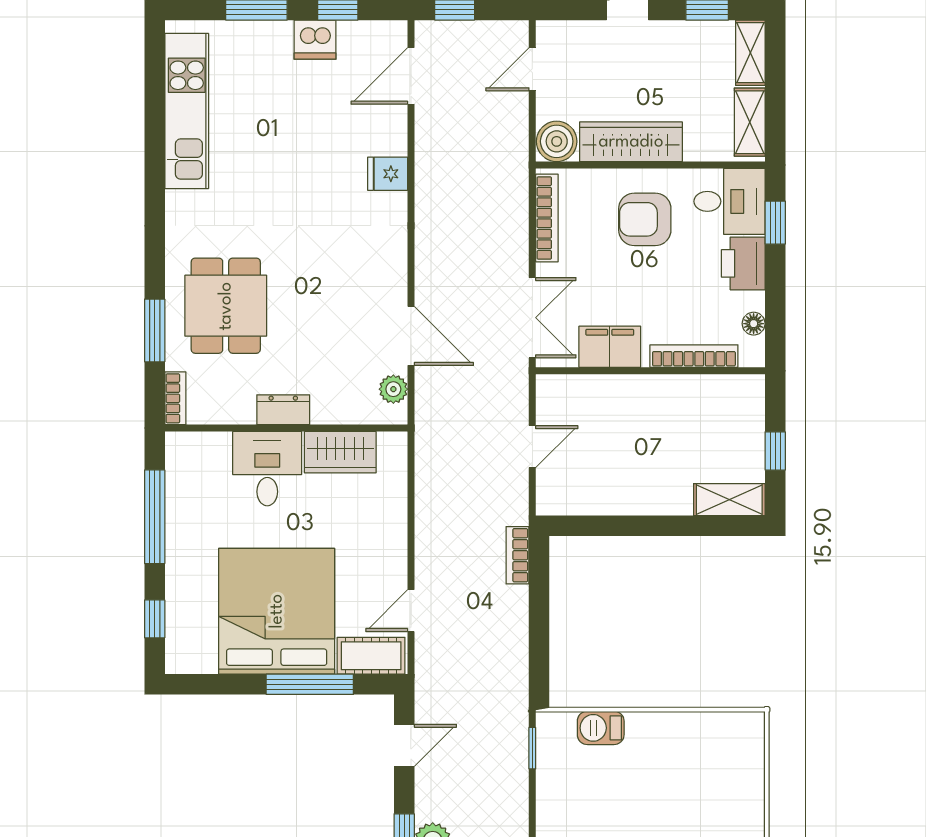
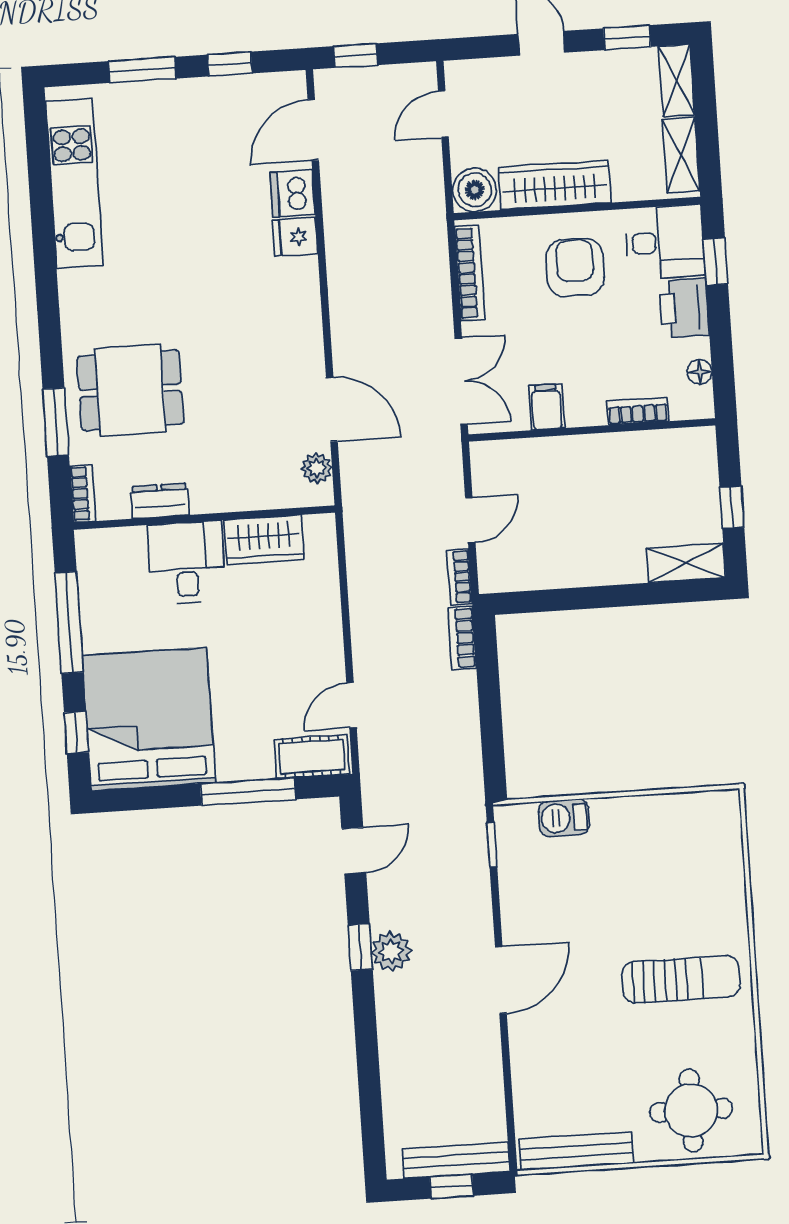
dishwasher: (315, 40) -> (293, 193), moved, turned 90
armchair: (645, 219) -> (575, 267), turned 90
dining table: (226, 306) -> (130, 390), turned 90
filing cabinet: (610, 347) -> (546, 407), width x0.50
bookcase: (694, 356) -> (638, 411), width x0.64
dresser: (283, 410) -> (160, 501), moved
bookcase: (519, 498) -> (459, 577), added
bed: (277, 611) -> (149, 719), moved

